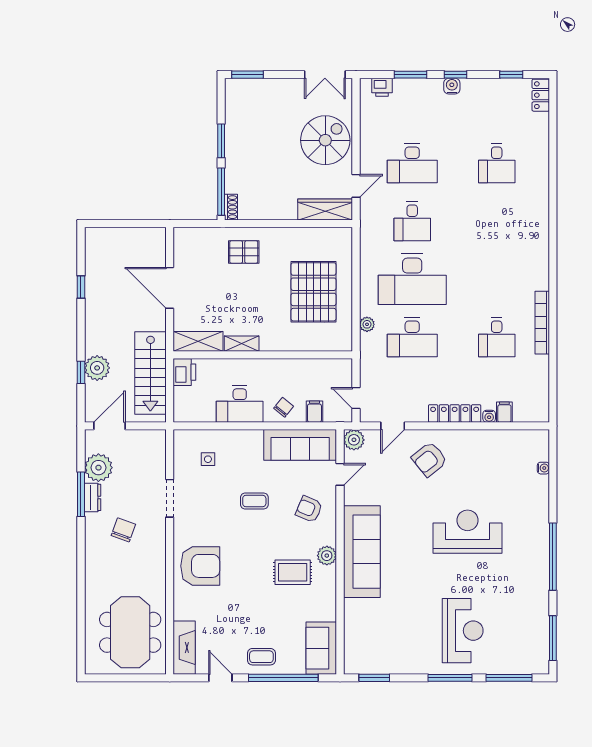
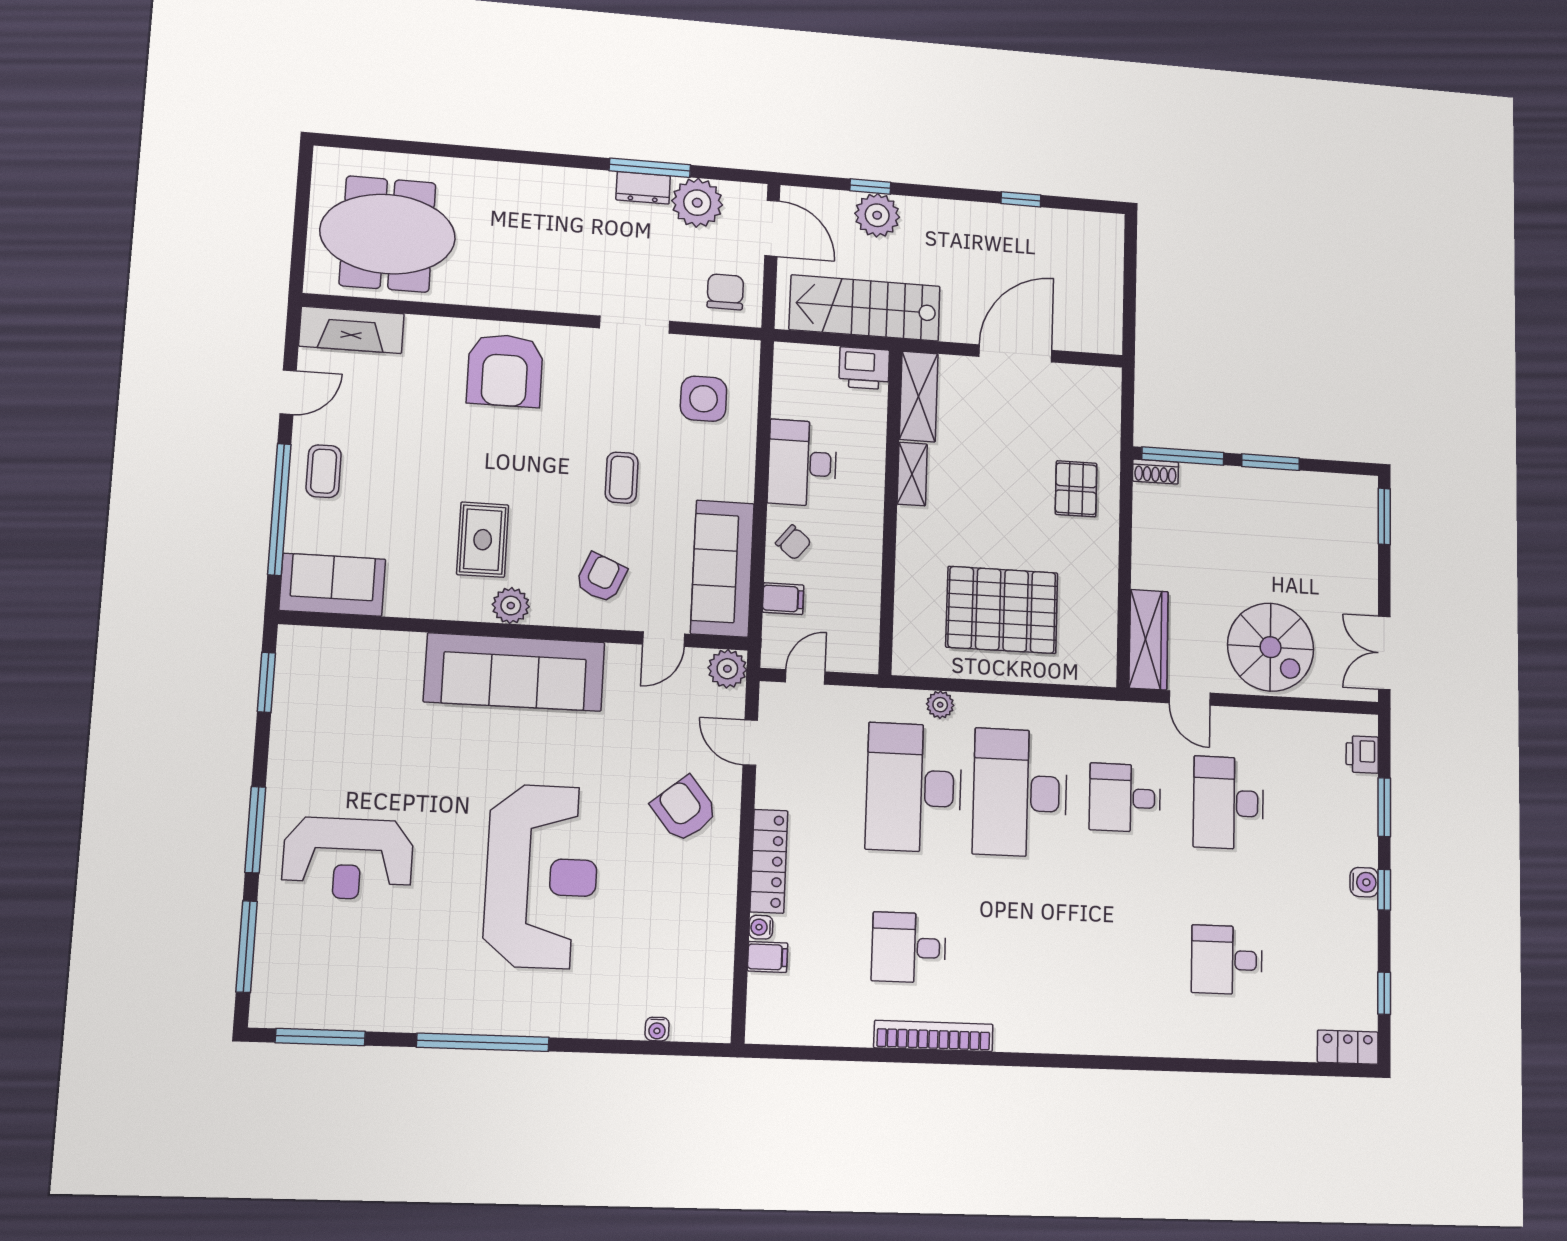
desk: (412, 337) -> (914, 788), width x1.36, depth x1.30
side table: (208, 459) -> (704, 399), width x1.87, depth x1.87
door: (340, 474) -> (664, 639), hinge flipped
chair: (123, 530) -> (725, 292), moved, turned -110
reception desk: (468, 532) -> (542, 876), width x1.36, depth x1.30

